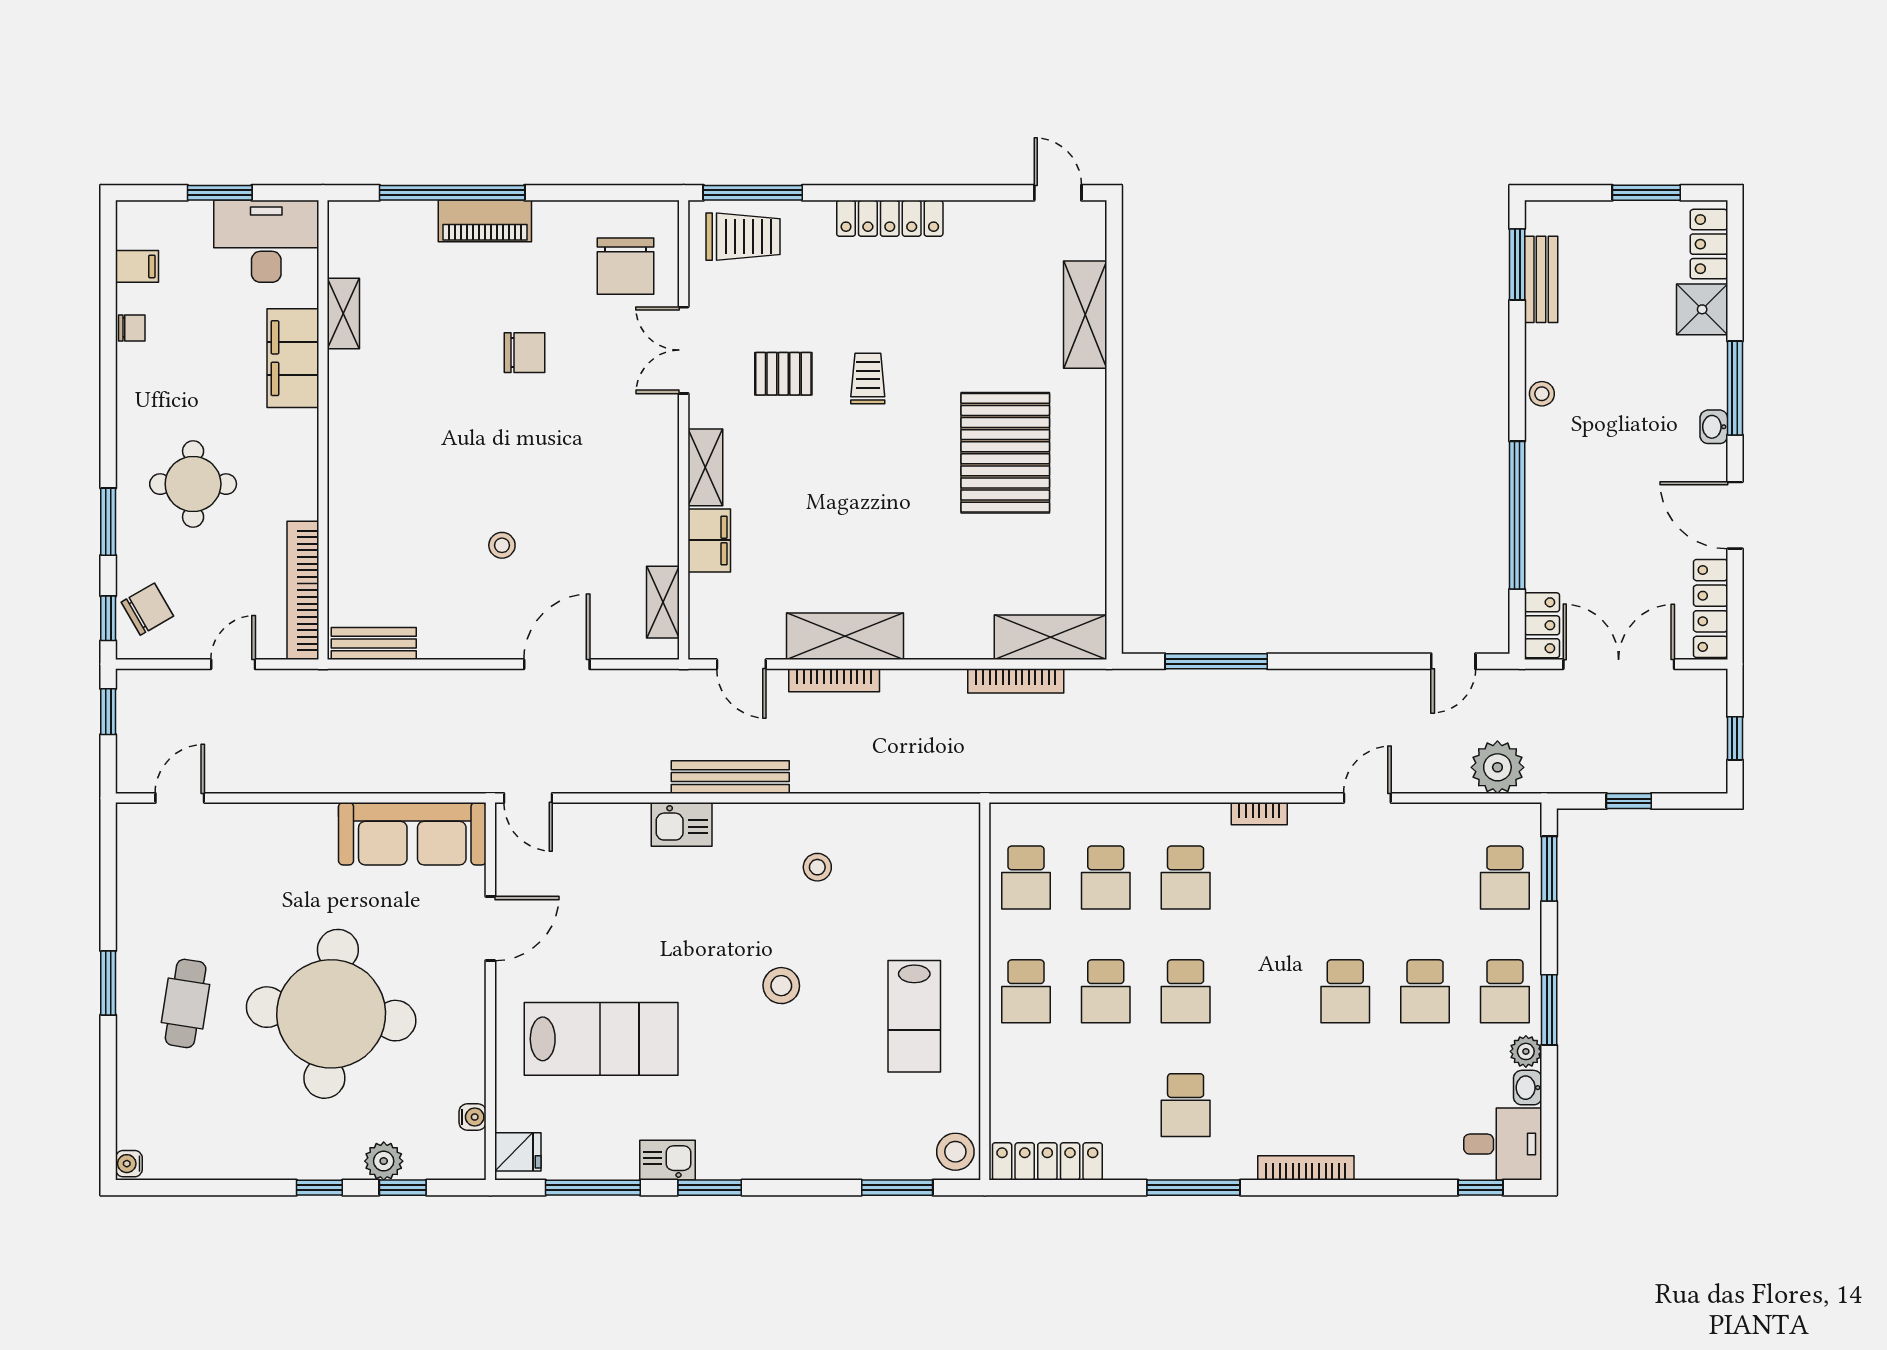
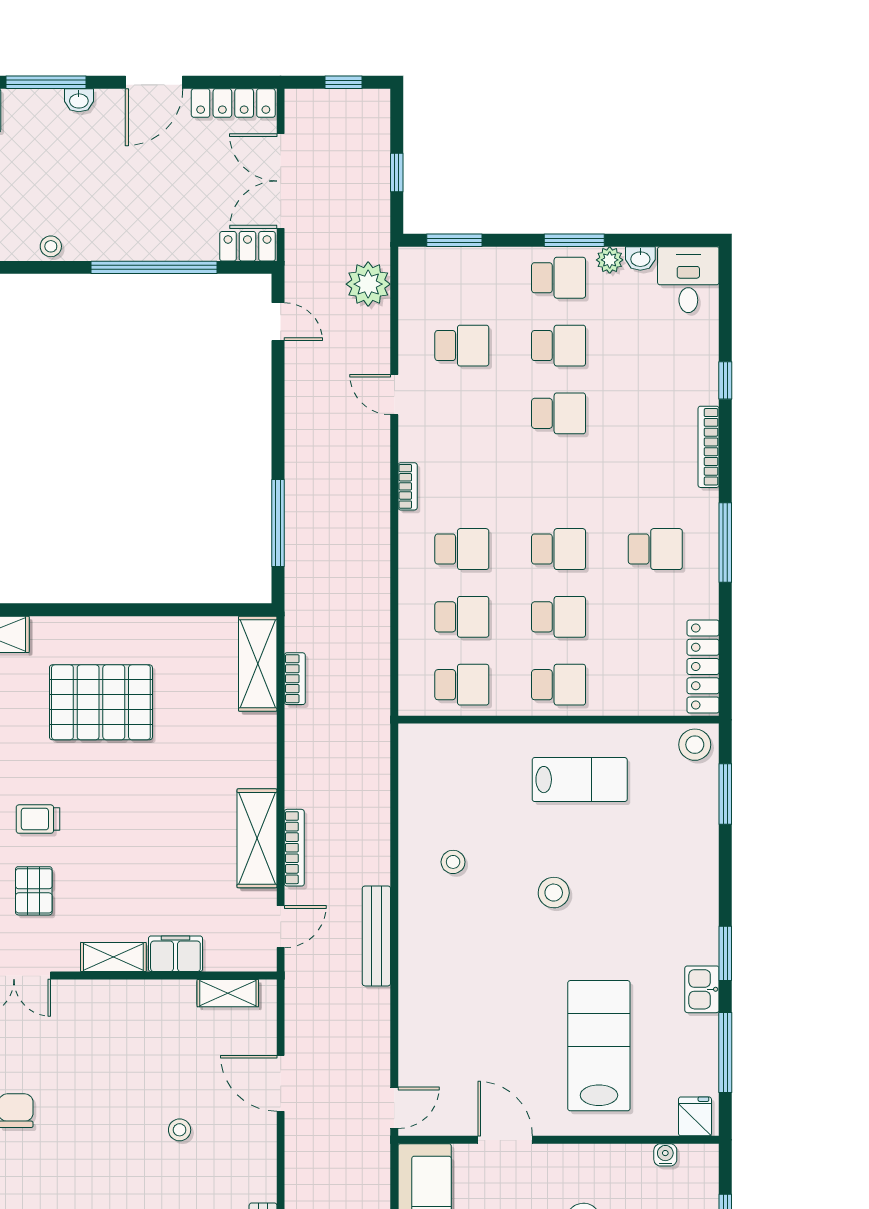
bookcase: (1016, 681) -> (295, 679), width x0.64
kitchen sink: (682, 824) -> (417, 977), removed
school desk: (1505, 877) -> (462, 346), moved
window: (1480, 1188) -> (725, 380), moved

